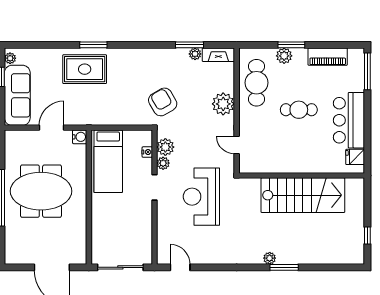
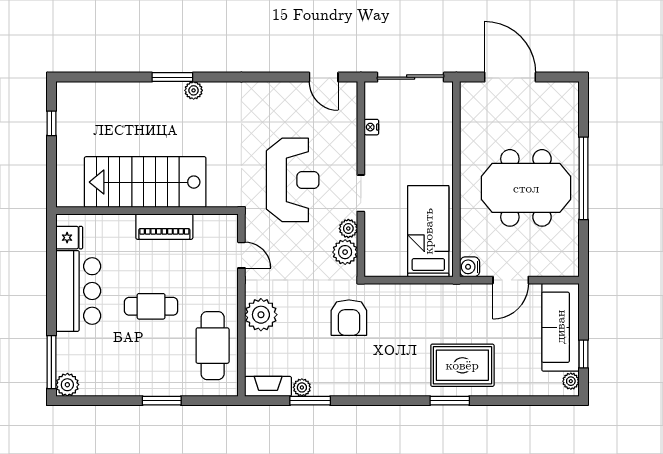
plant: (284, 56) -> (67, 385), moved
piano: (328, 57) -> (164, 227), moved, turned 180
armchair: (163, 102) -> (349, 318), turned 30
nightstand: (147, 152) -> (371, 127), moved

